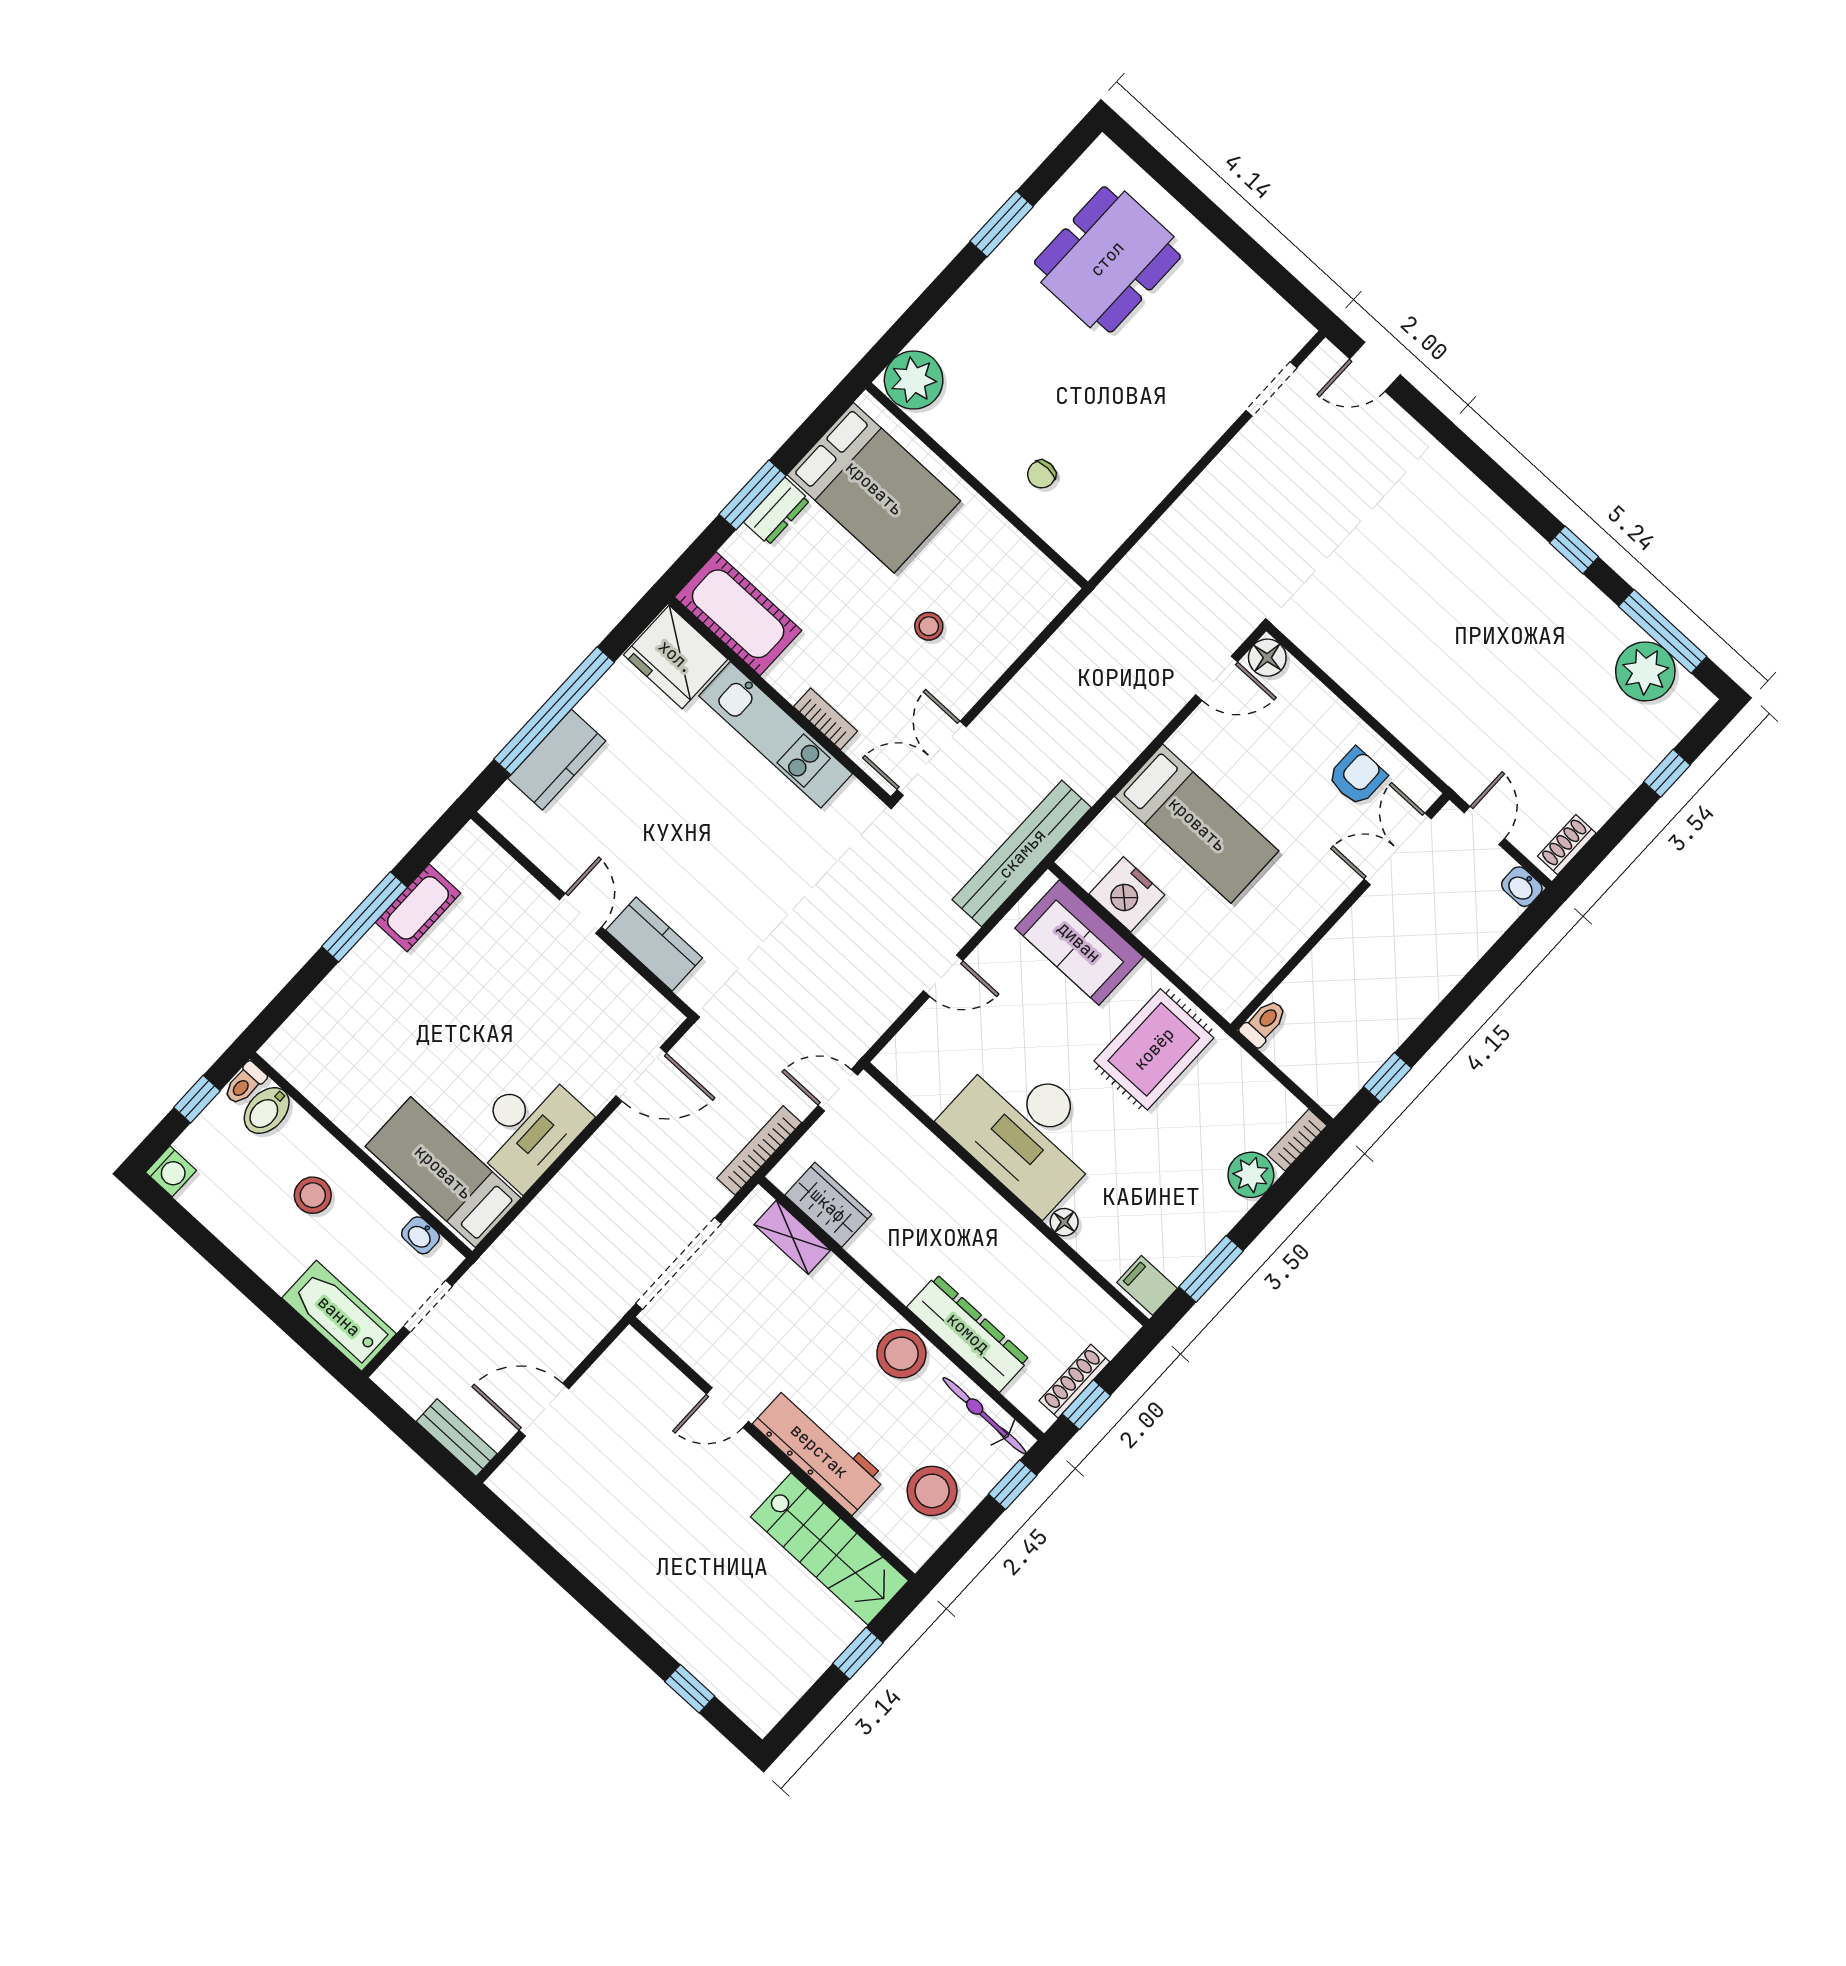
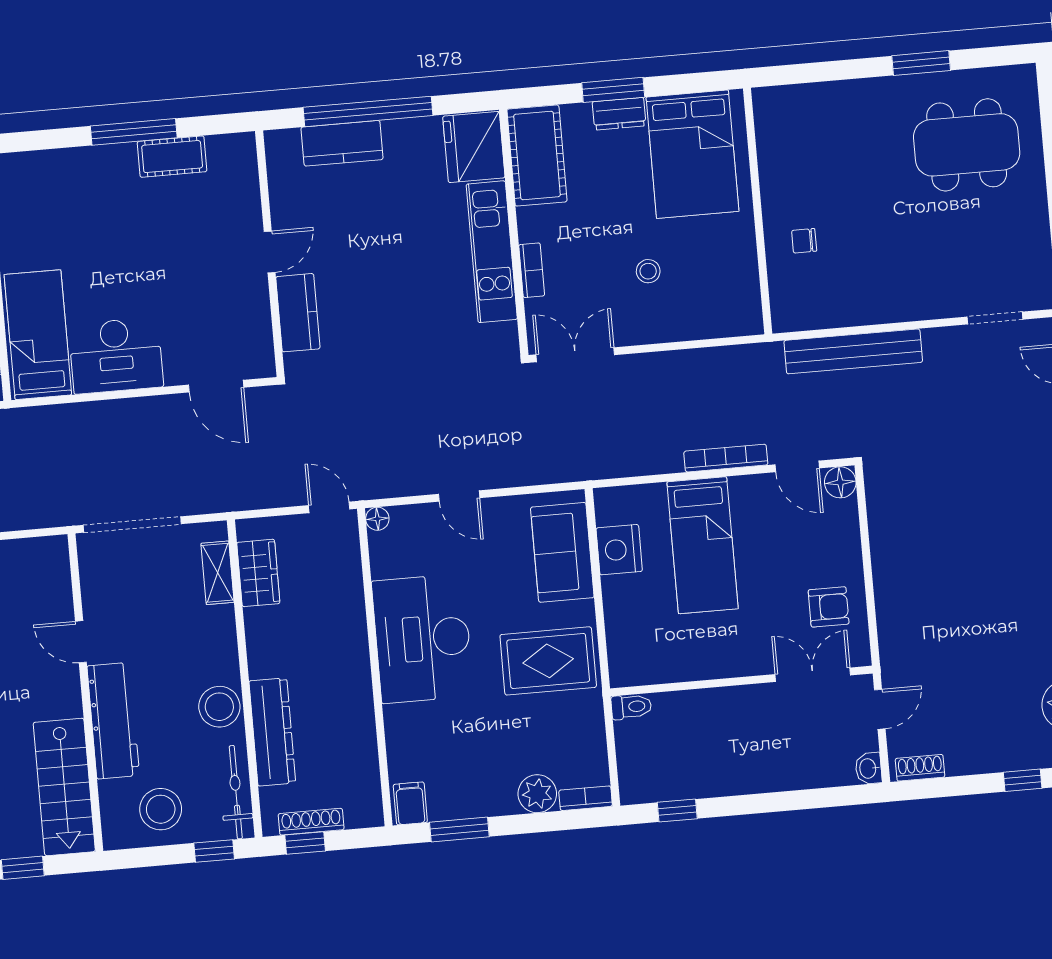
plant: (914, 380) -> (778, 110), removed
bench: (1022, 854) -> (853, 351), moved
bookcase: (759, 1150) -> (726, 458), moved
floor lamp: (1064, 1222) -> (377, 519), moved

